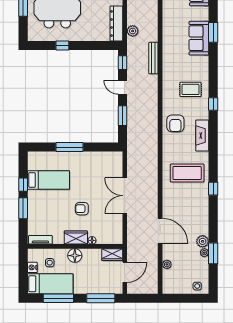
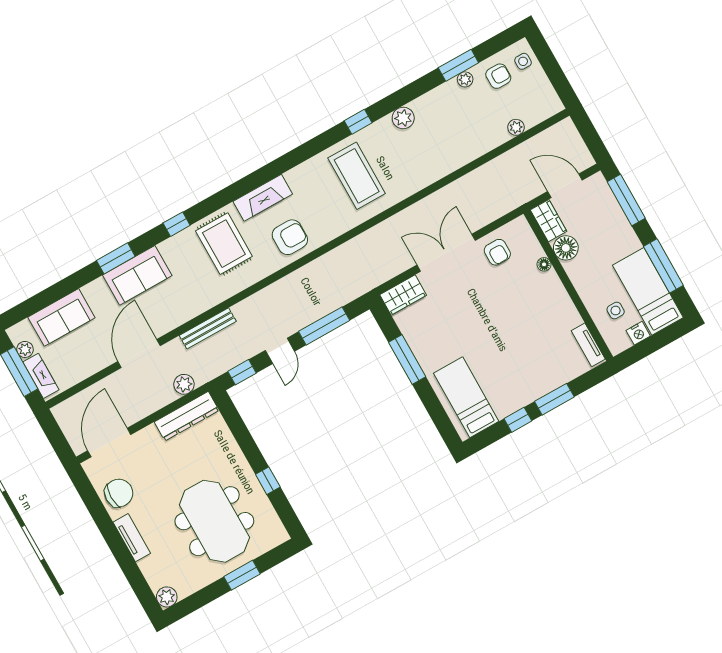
rug: (190, 89) -> (224, 244), width x1.36, depth x1.43
window: (213, 104) -> (177, 224), moved
window: (123, 116) -> (324, 326), width x1.44
fireplace: (202, 135) -> (263, 198), moved
window: (70, 147) -> (407, 360), moved
bed: (48, 180) -> (466, 397), moved
double door: (125, 196) -> (446, 253), swing flipped
armchair: (82, 209) -> (497, 252), moved
door: (160, 231) -> (139, 354), moved
wardrobe: (76, 238) -> (403, 295), moved, turned -90
plant: (203, 241) -> (403, 118), moved
floor lamp: (75, 256) -> (566, 248), moved
armchair: (197, 270) -> (498, 76), added

